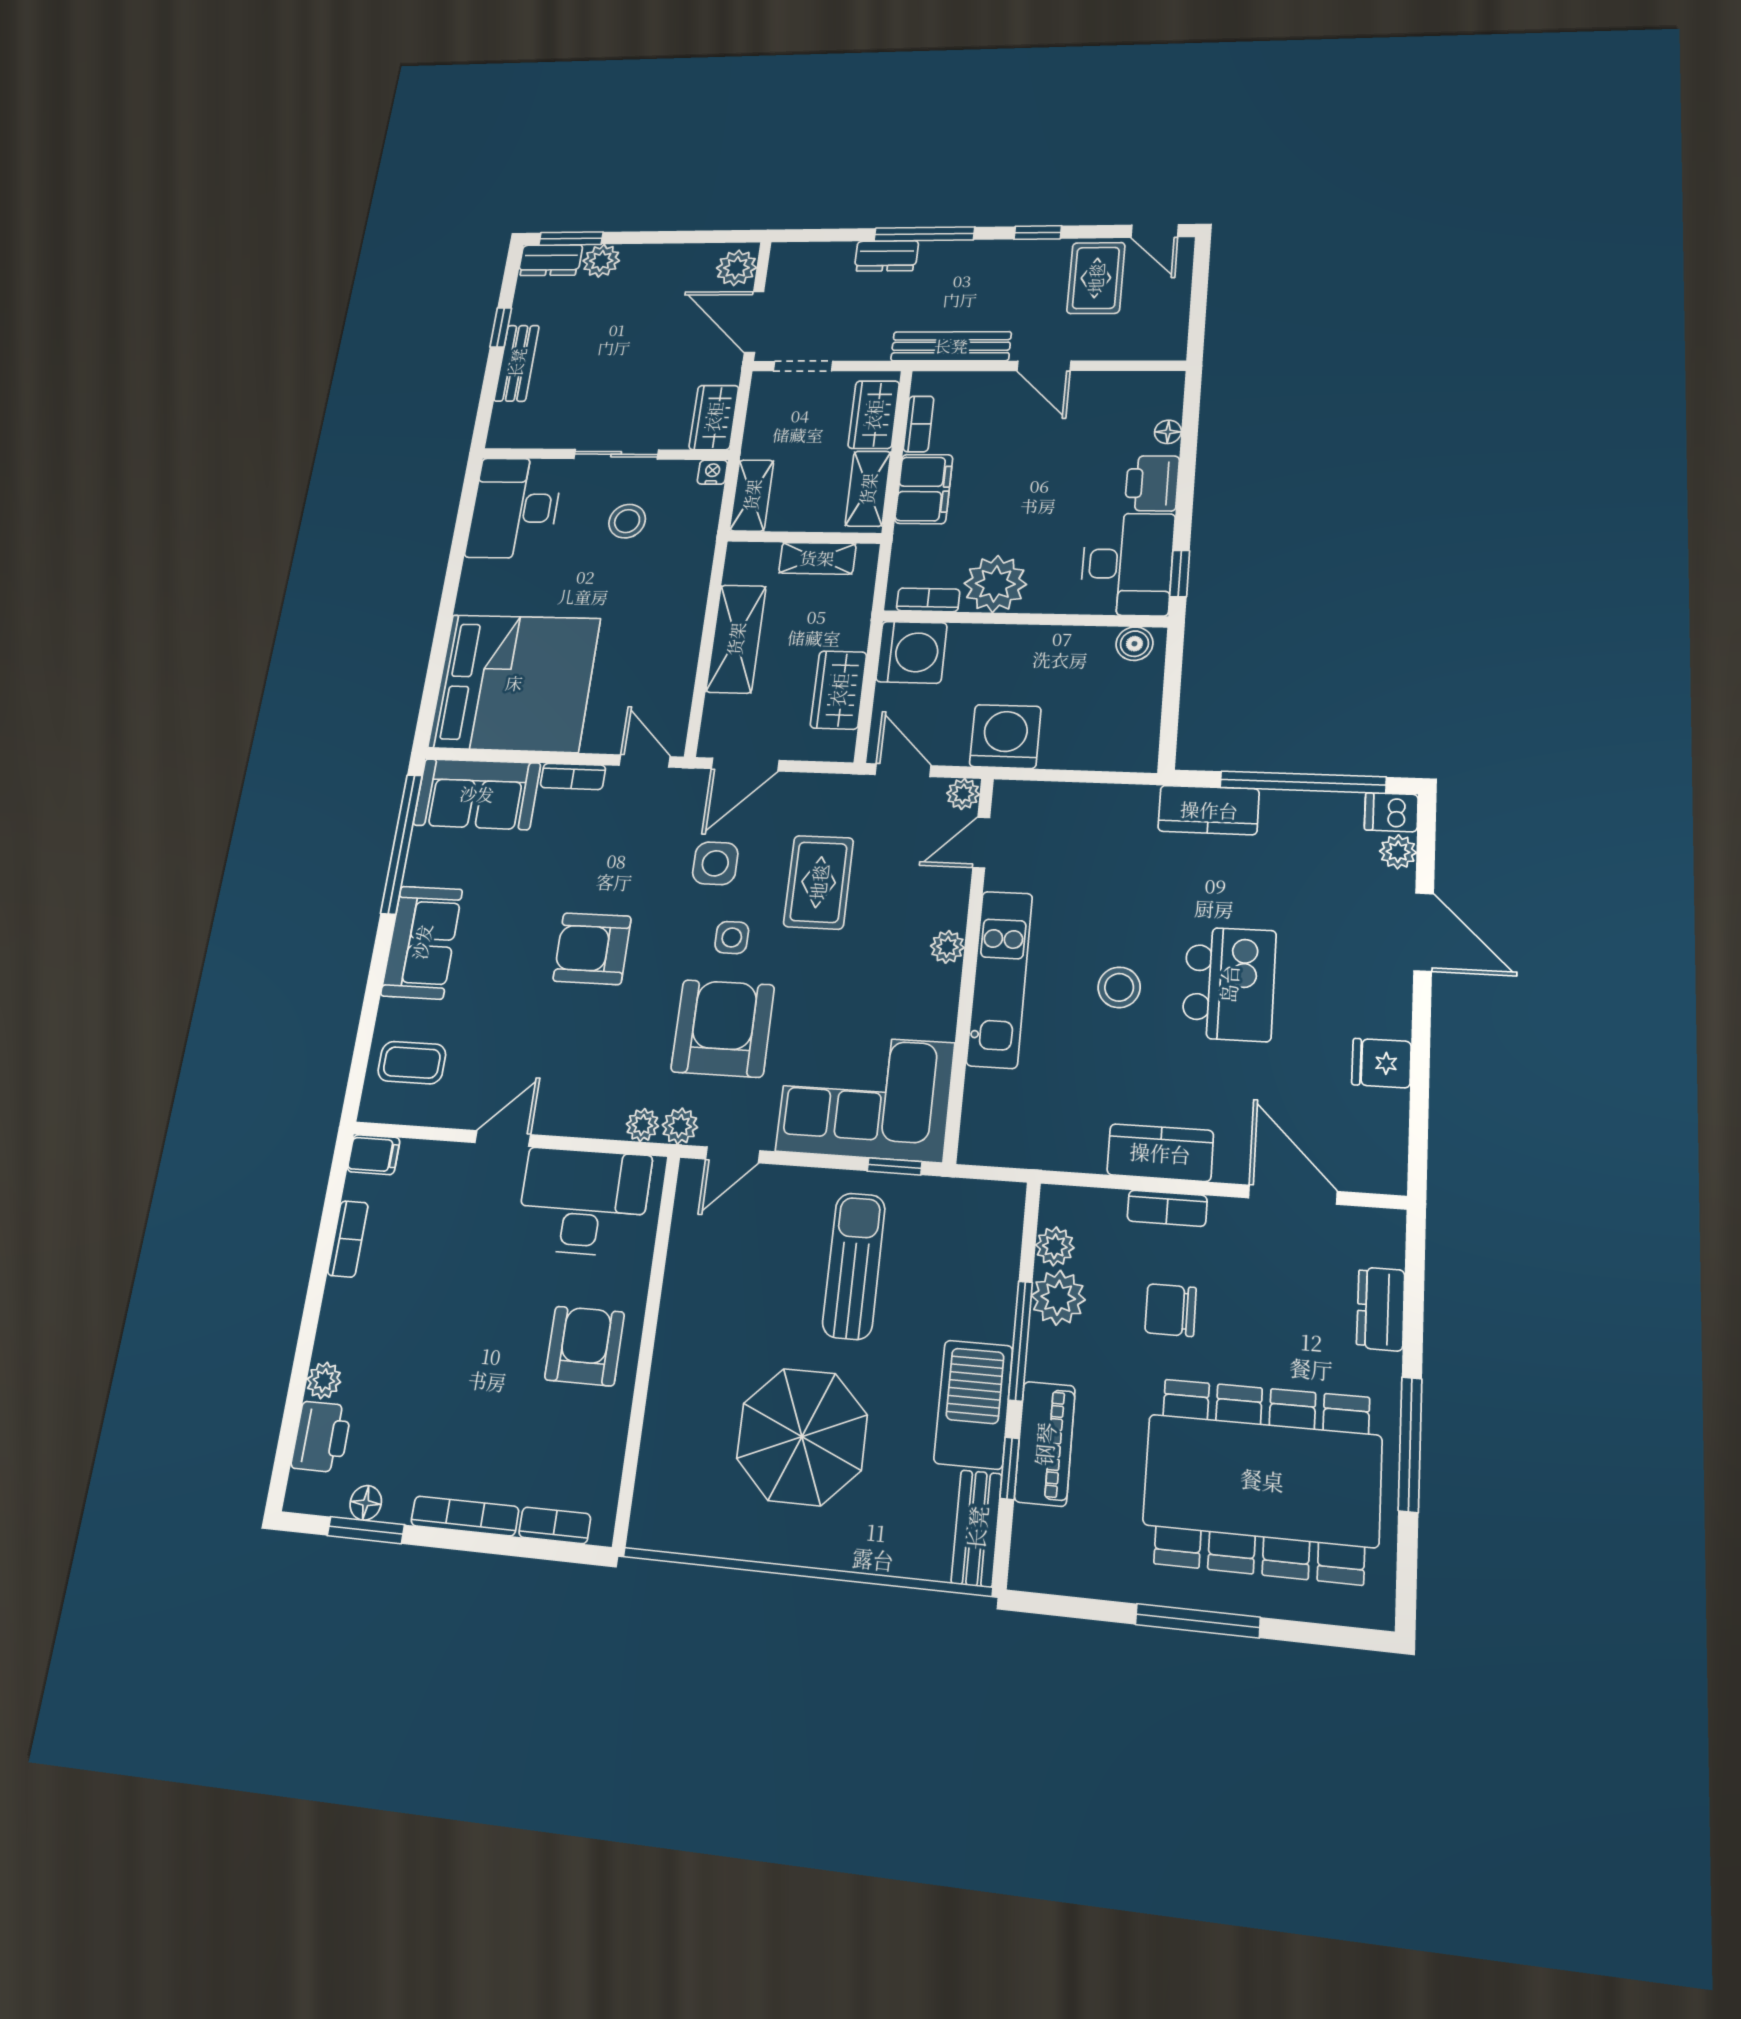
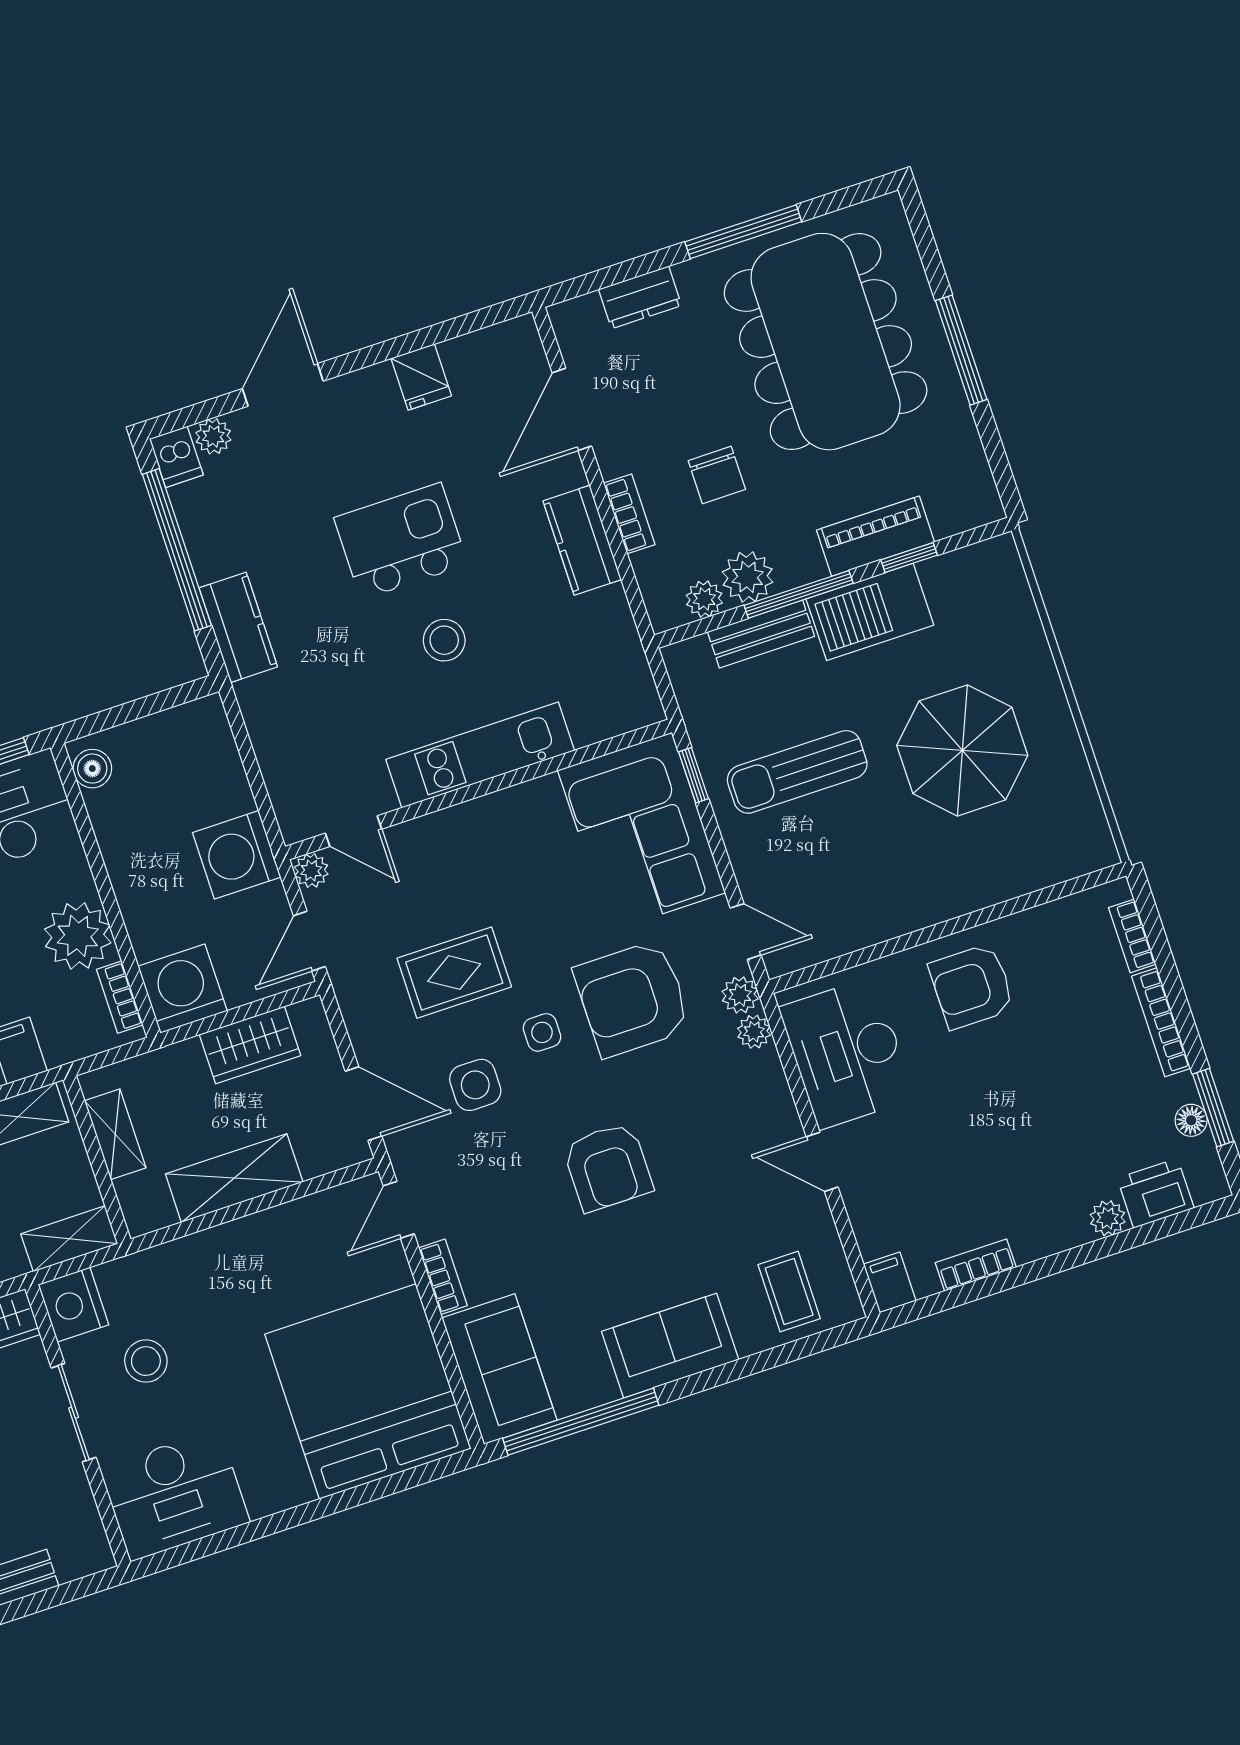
nightstand: (712, 472) -> (73, 1305), width x1.89, depth x1.79
plant: (947, 947) -> (469, 818), removed
bench: (977, 1528) -> (761, 634), moved

